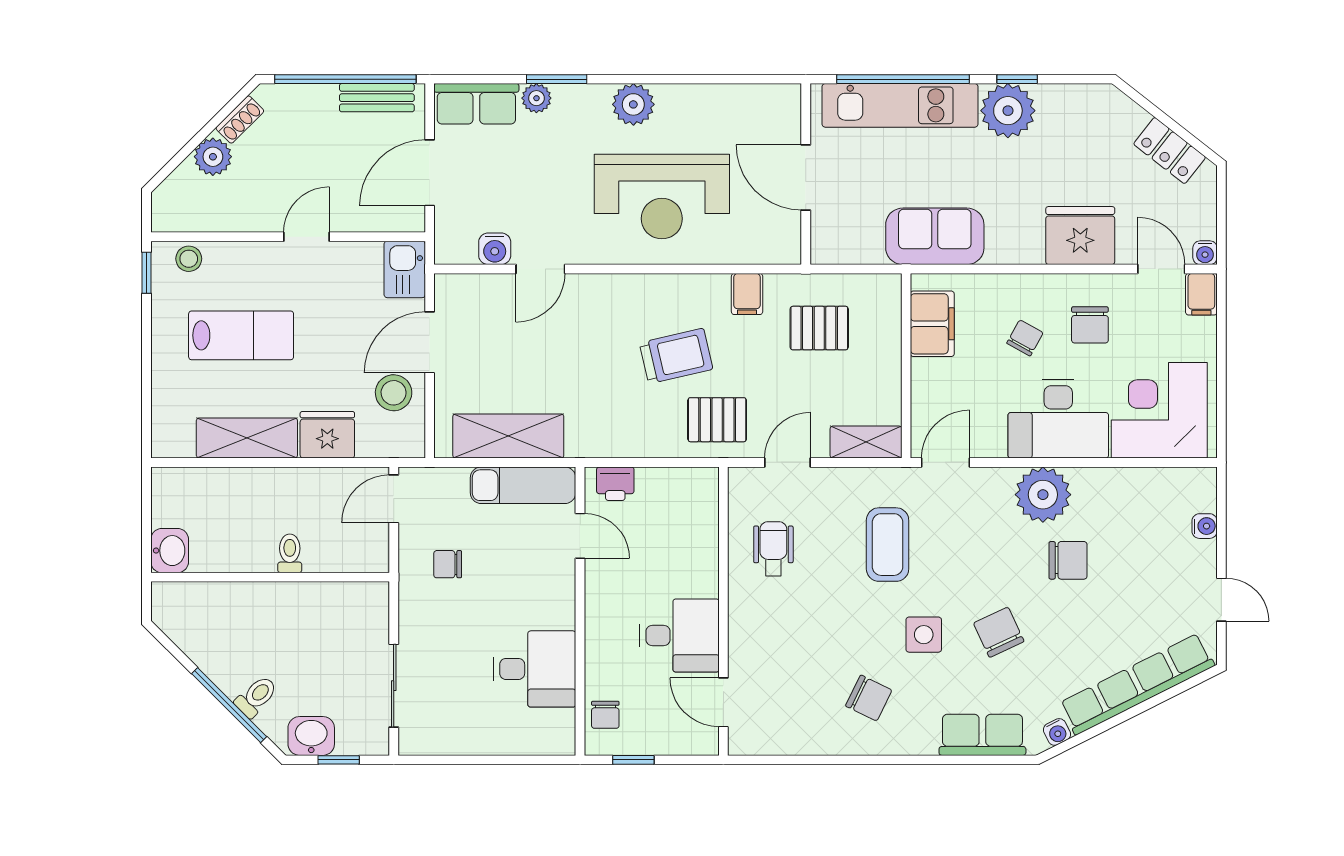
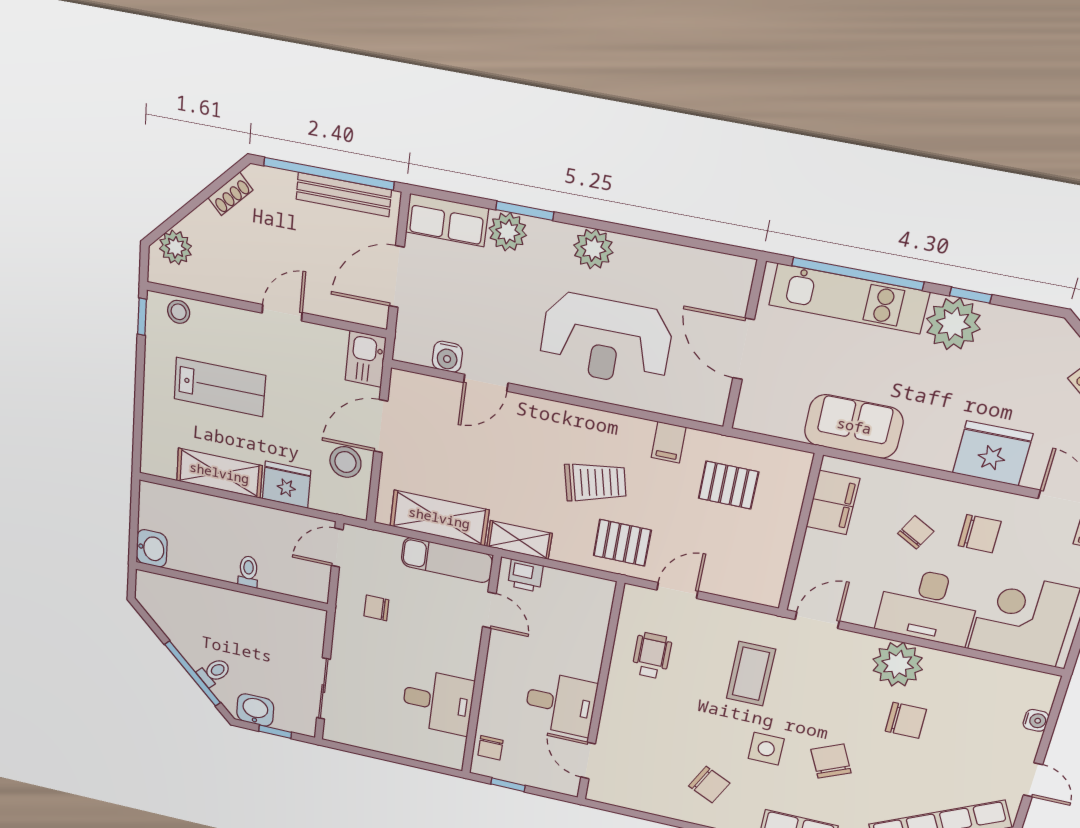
bench: (377, 98) -> (344, 195), width x1.36
plant: (536, 98) -> (508, 232), width x1.38, depth x1.38
plant: (213, 157) -> (176, 247), moved
chair: (1090, 325) -> (980, 534), turned -90
shelving: (866, 442) -> (519, 540), moved

